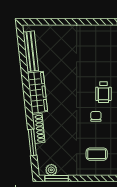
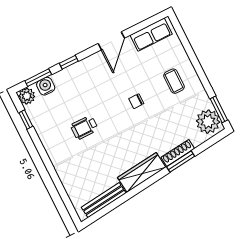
wheelchair: (103, 92) -> (84, 128), moved, turned 180
window: (32, 142) -> (181, 162), moved
plant: (51, 170) -> (208, 122), width x1.87, depth x1.87

